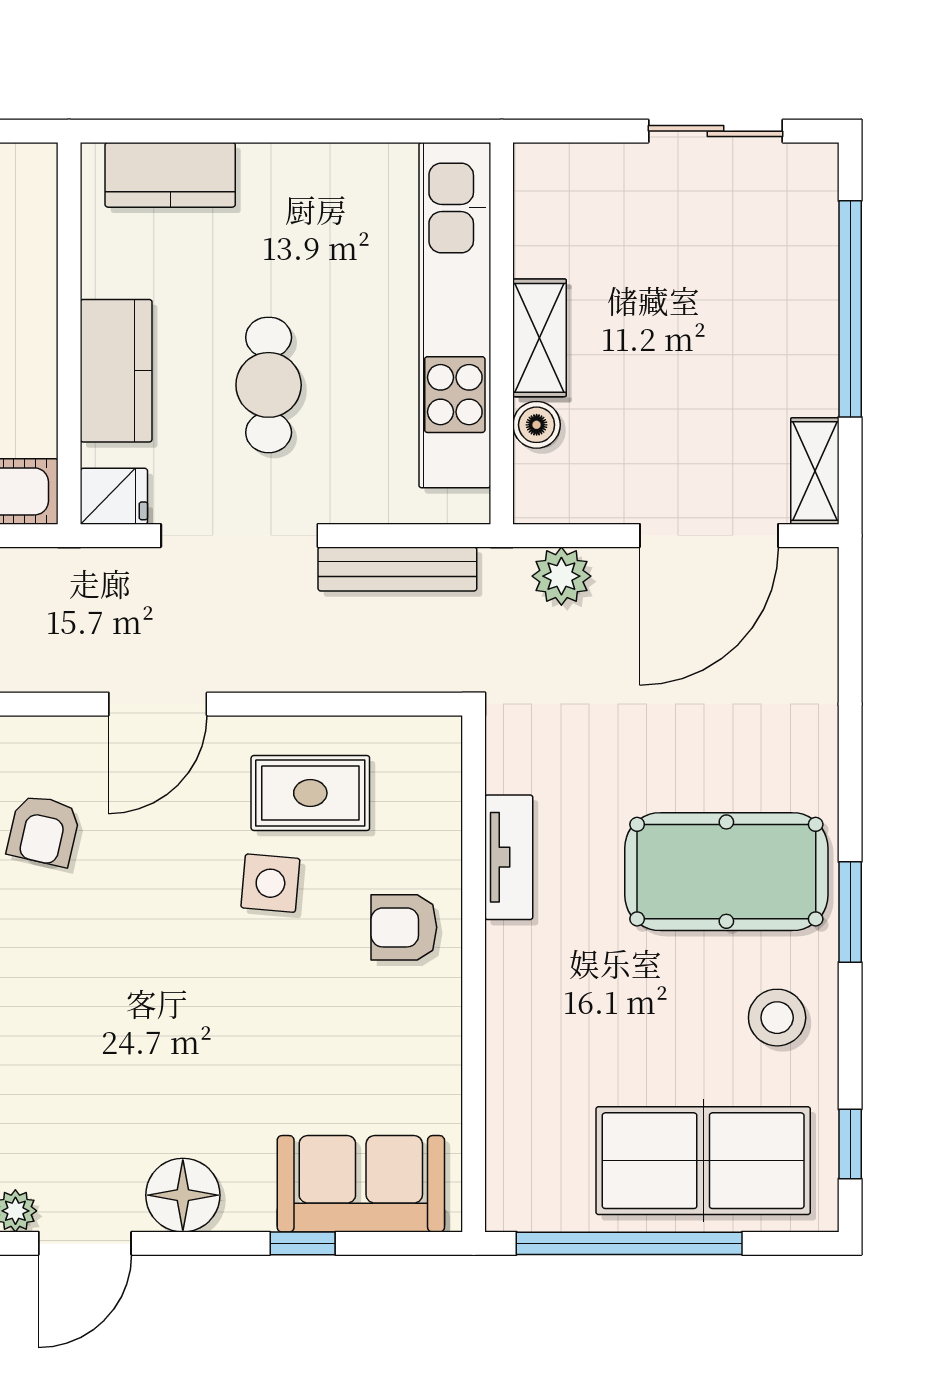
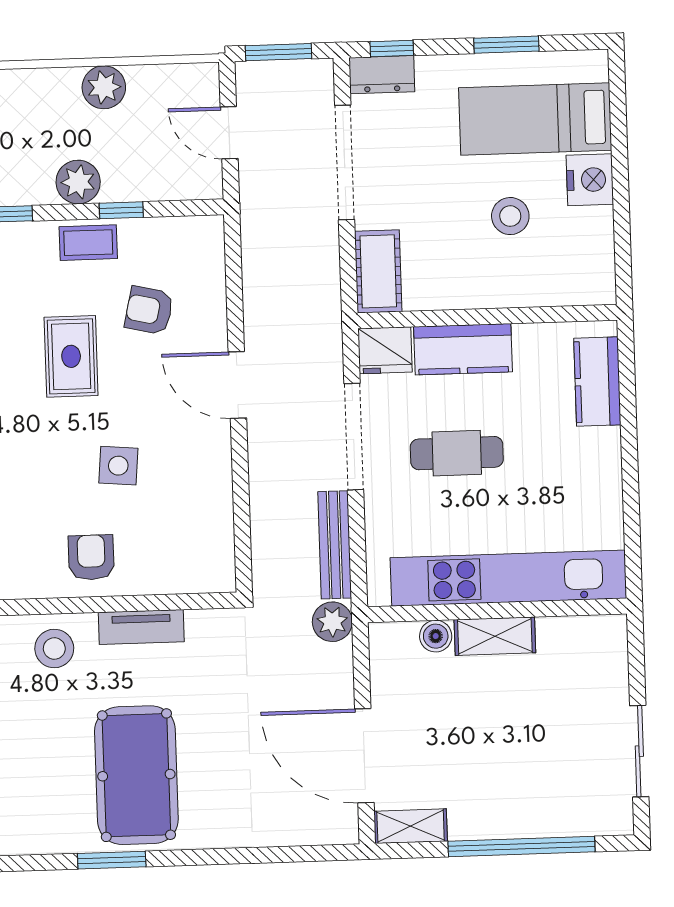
fridge: (114, 496) -> (385, 350), width x1.38
plant: (561, 576) -> (332, 622), moved
rug: (310, 793) -> (71, 356), moved
stool: (777, 1018) -> (54, 649), moved

